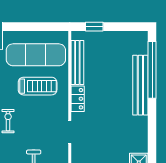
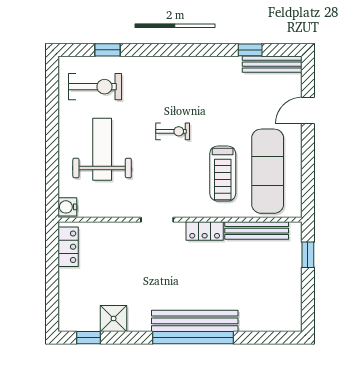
window: (152, 70) -> (193, 338), moved
bench: (140, 85) -> (195, 321), moved

